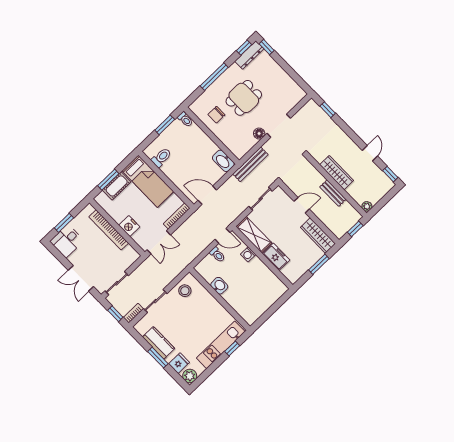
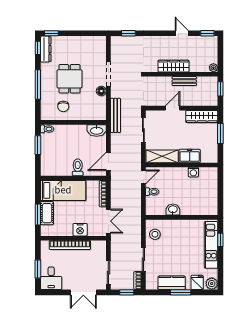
toilet: (161, 157) -> (78, 167), moved
washing machine: (248, 254) -> (193, 172), moved

